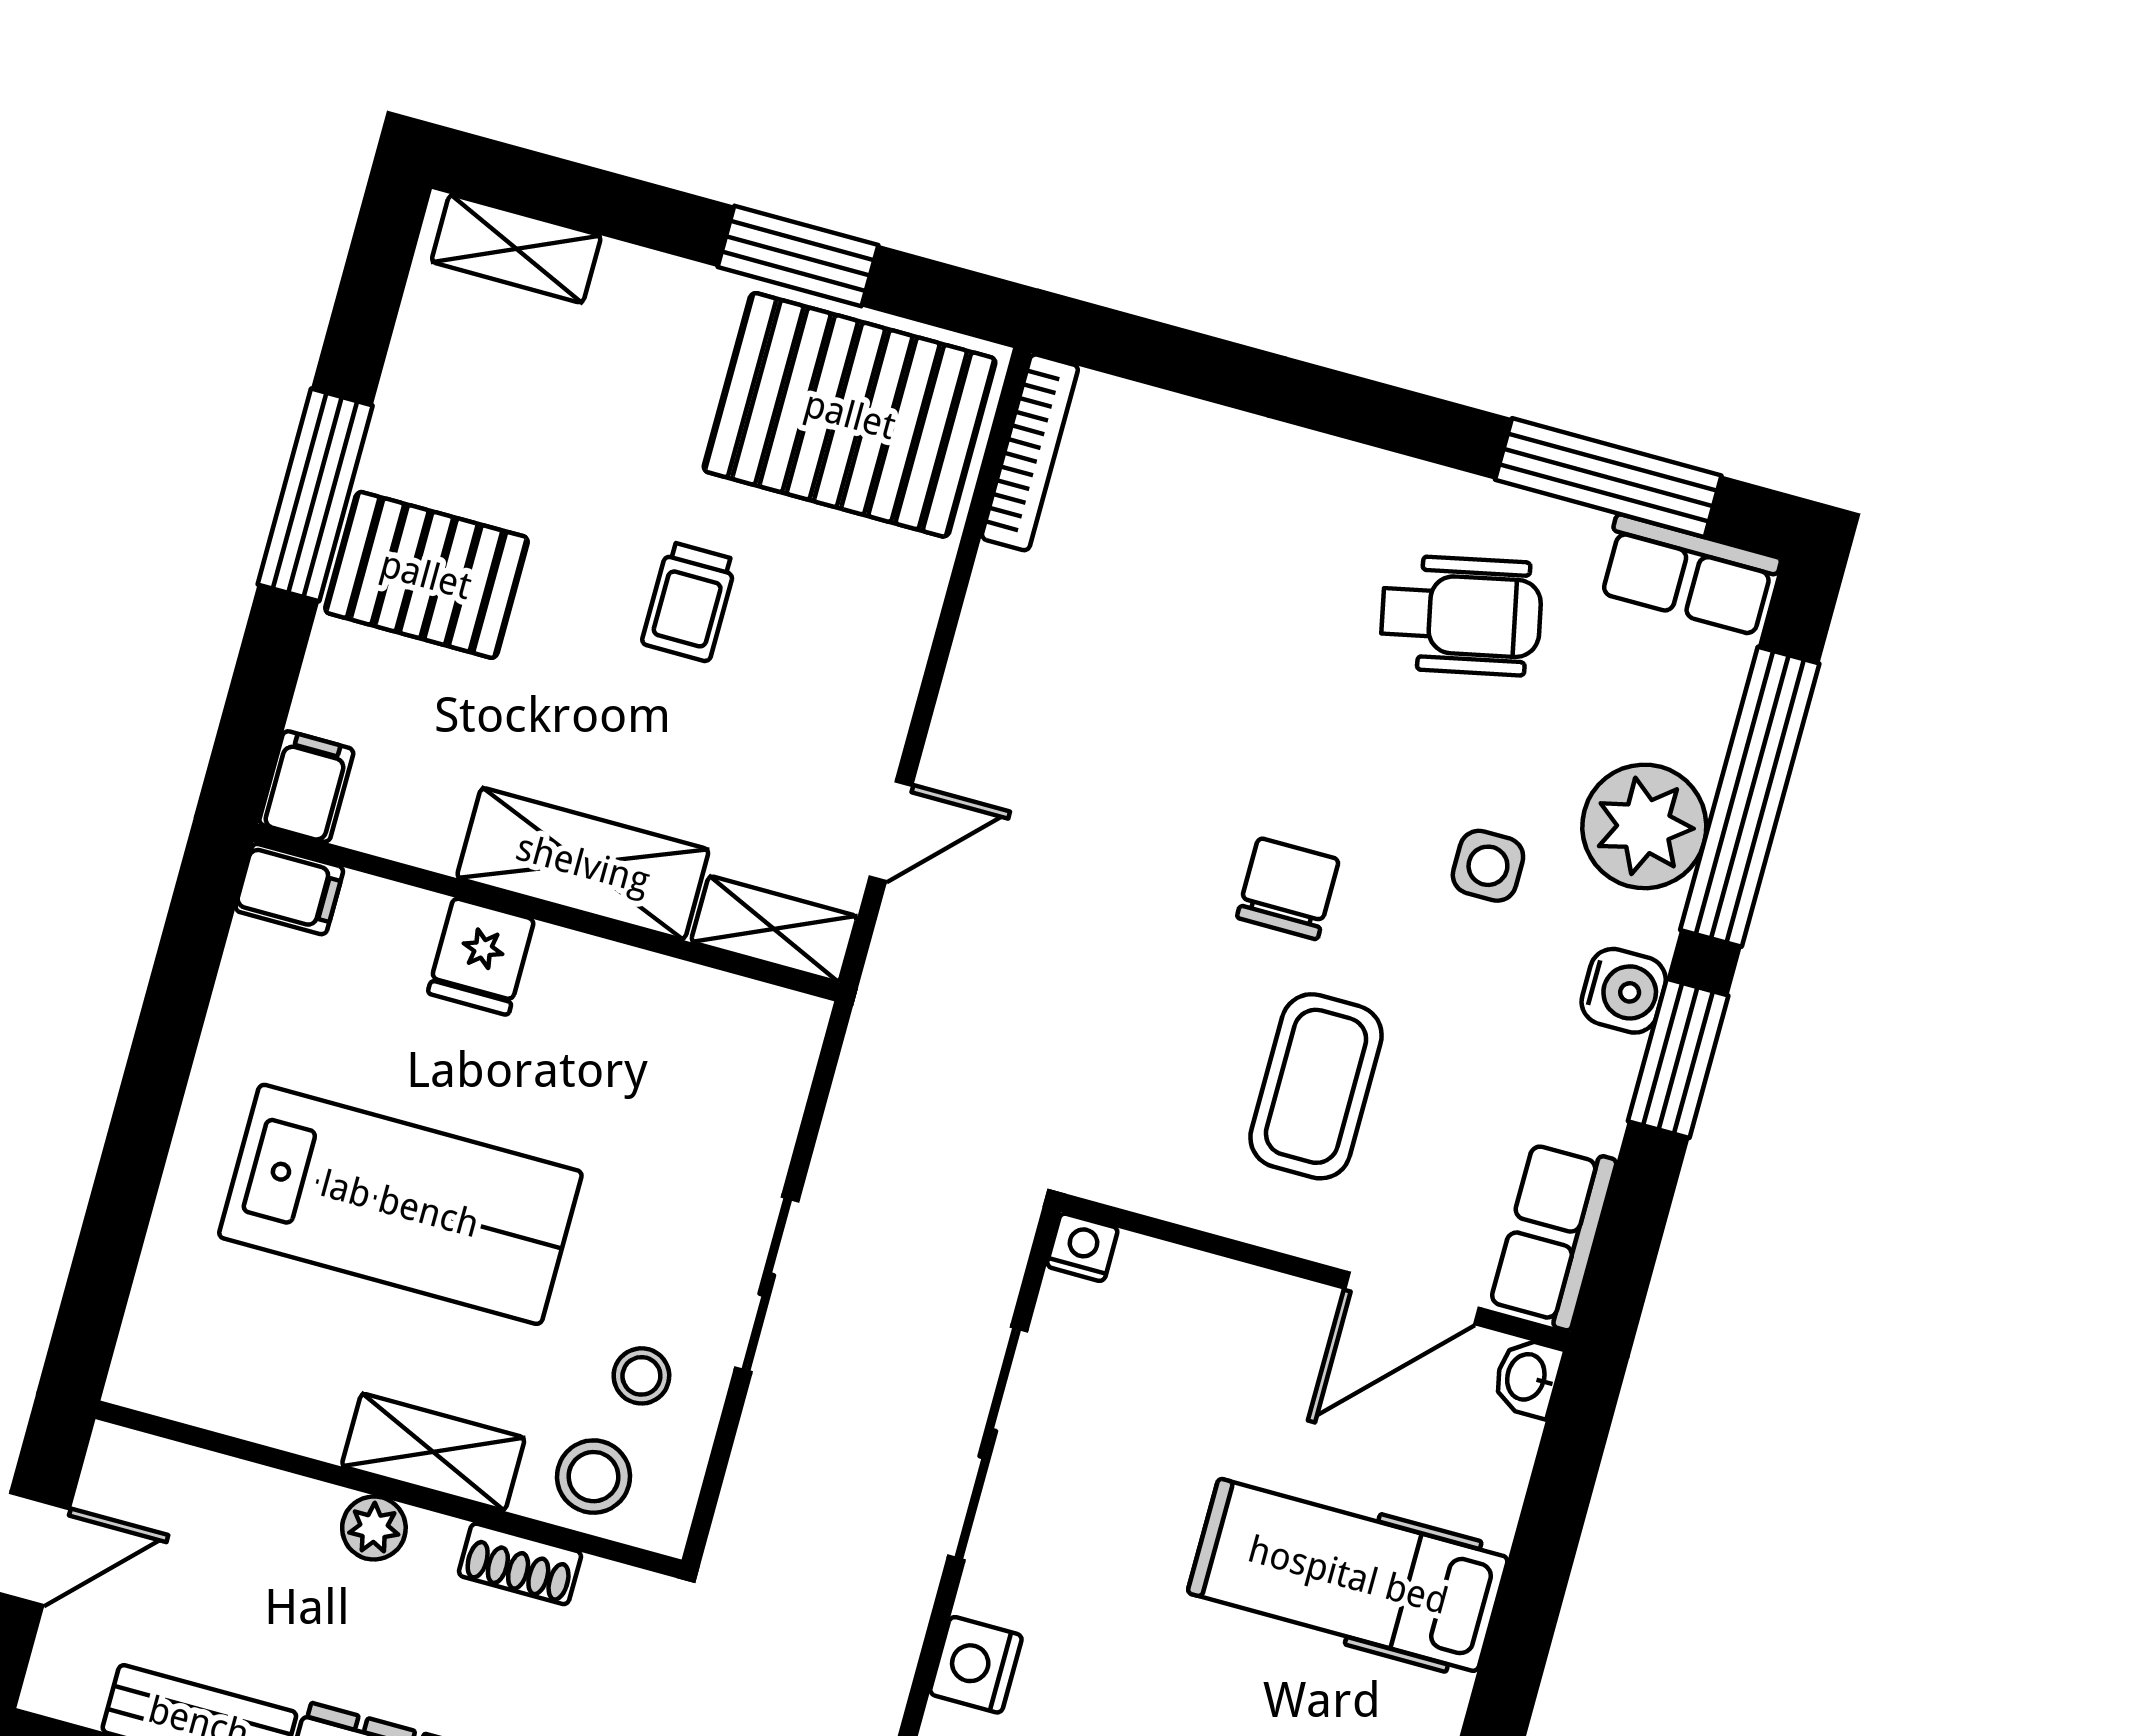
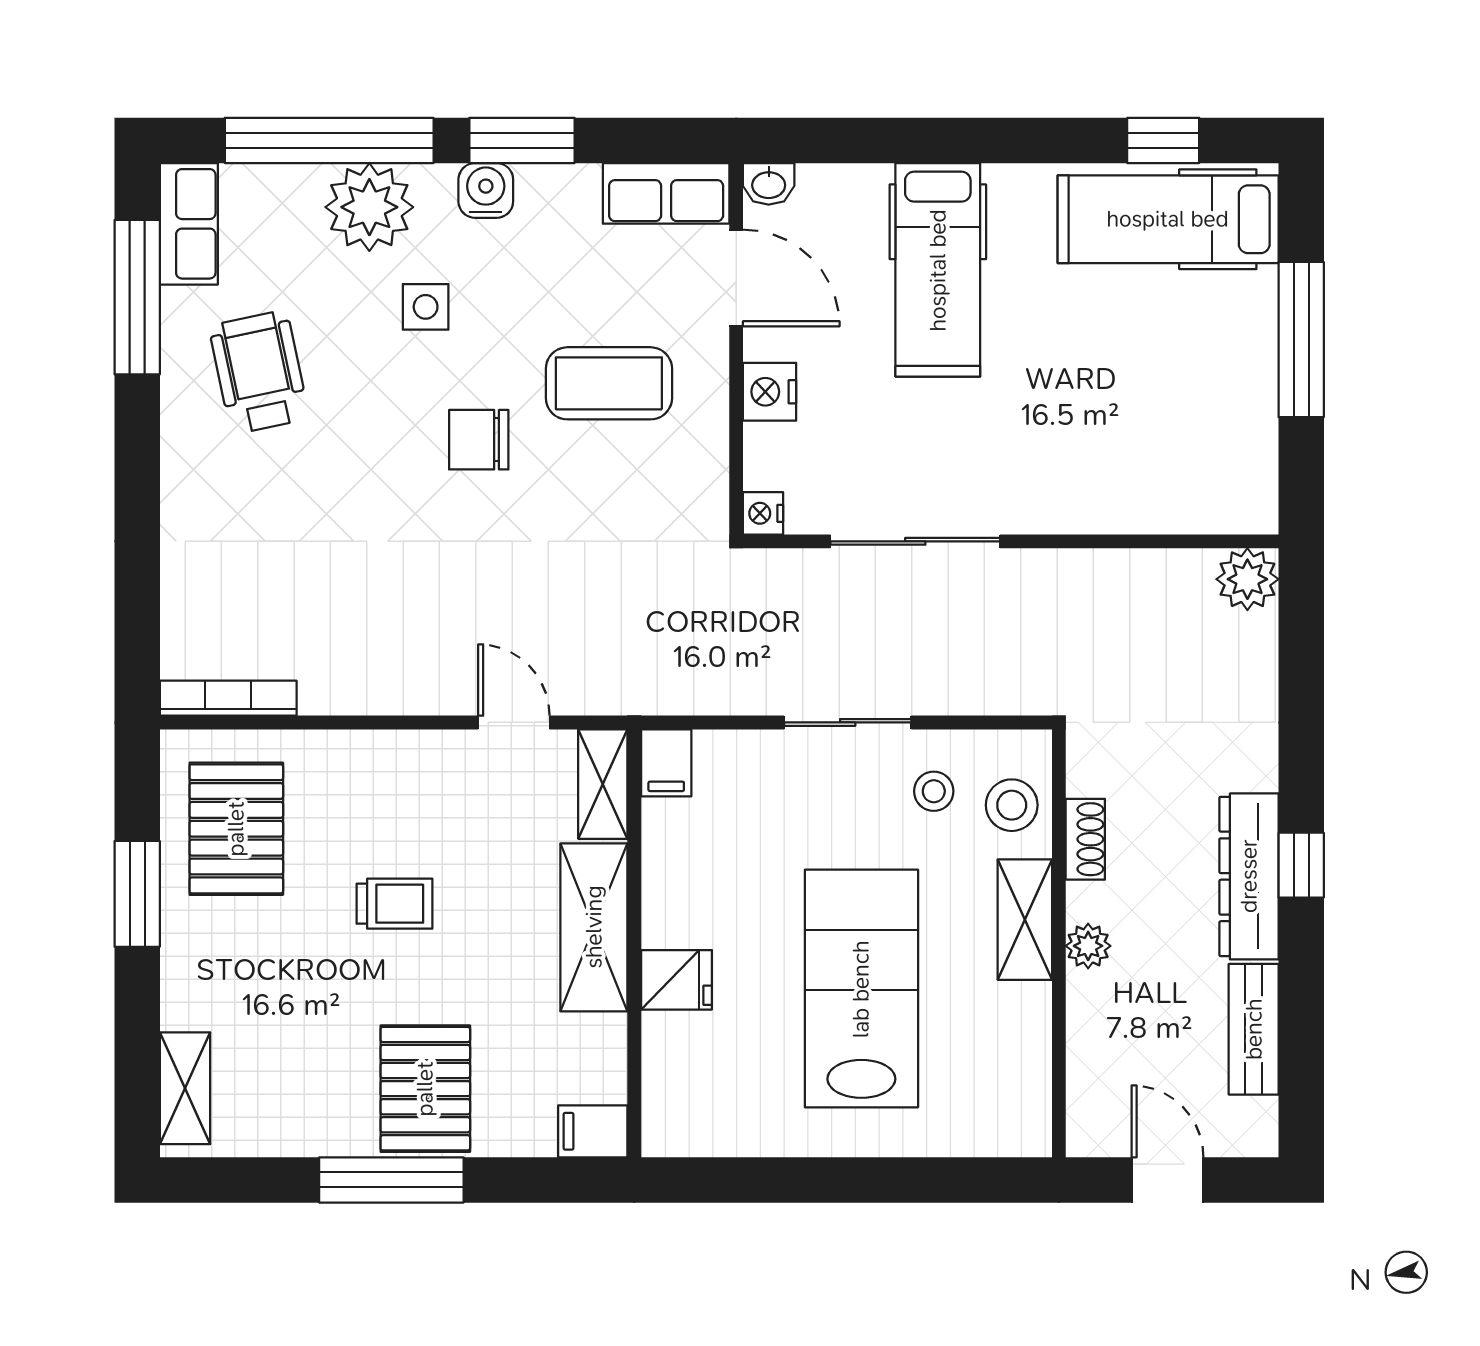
pallet: (850, 415) -> (236, 829), width x0.73, depth x0.71
filing cabinet: (289, 889) -> (666, 763), moved, turned 180
nightstand: (976, 1665) -> (770, 392), moved, turned 90

